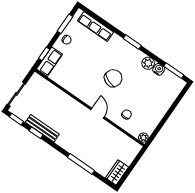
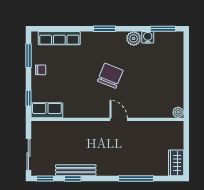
row of seats: (49, 62) -> (47, 110), moved, turned -90
chair: (127, 114) -> (147, 101), removed

